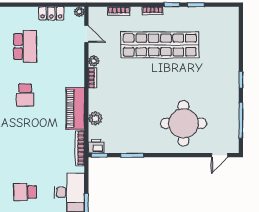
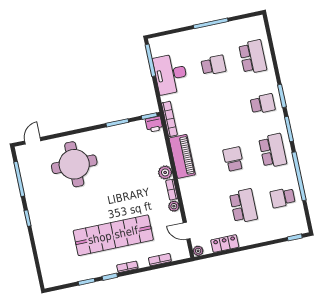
school desk: (25, 47) -> (243, 206), turned 180
plant: (95, 118) -> (165, 172), moved

